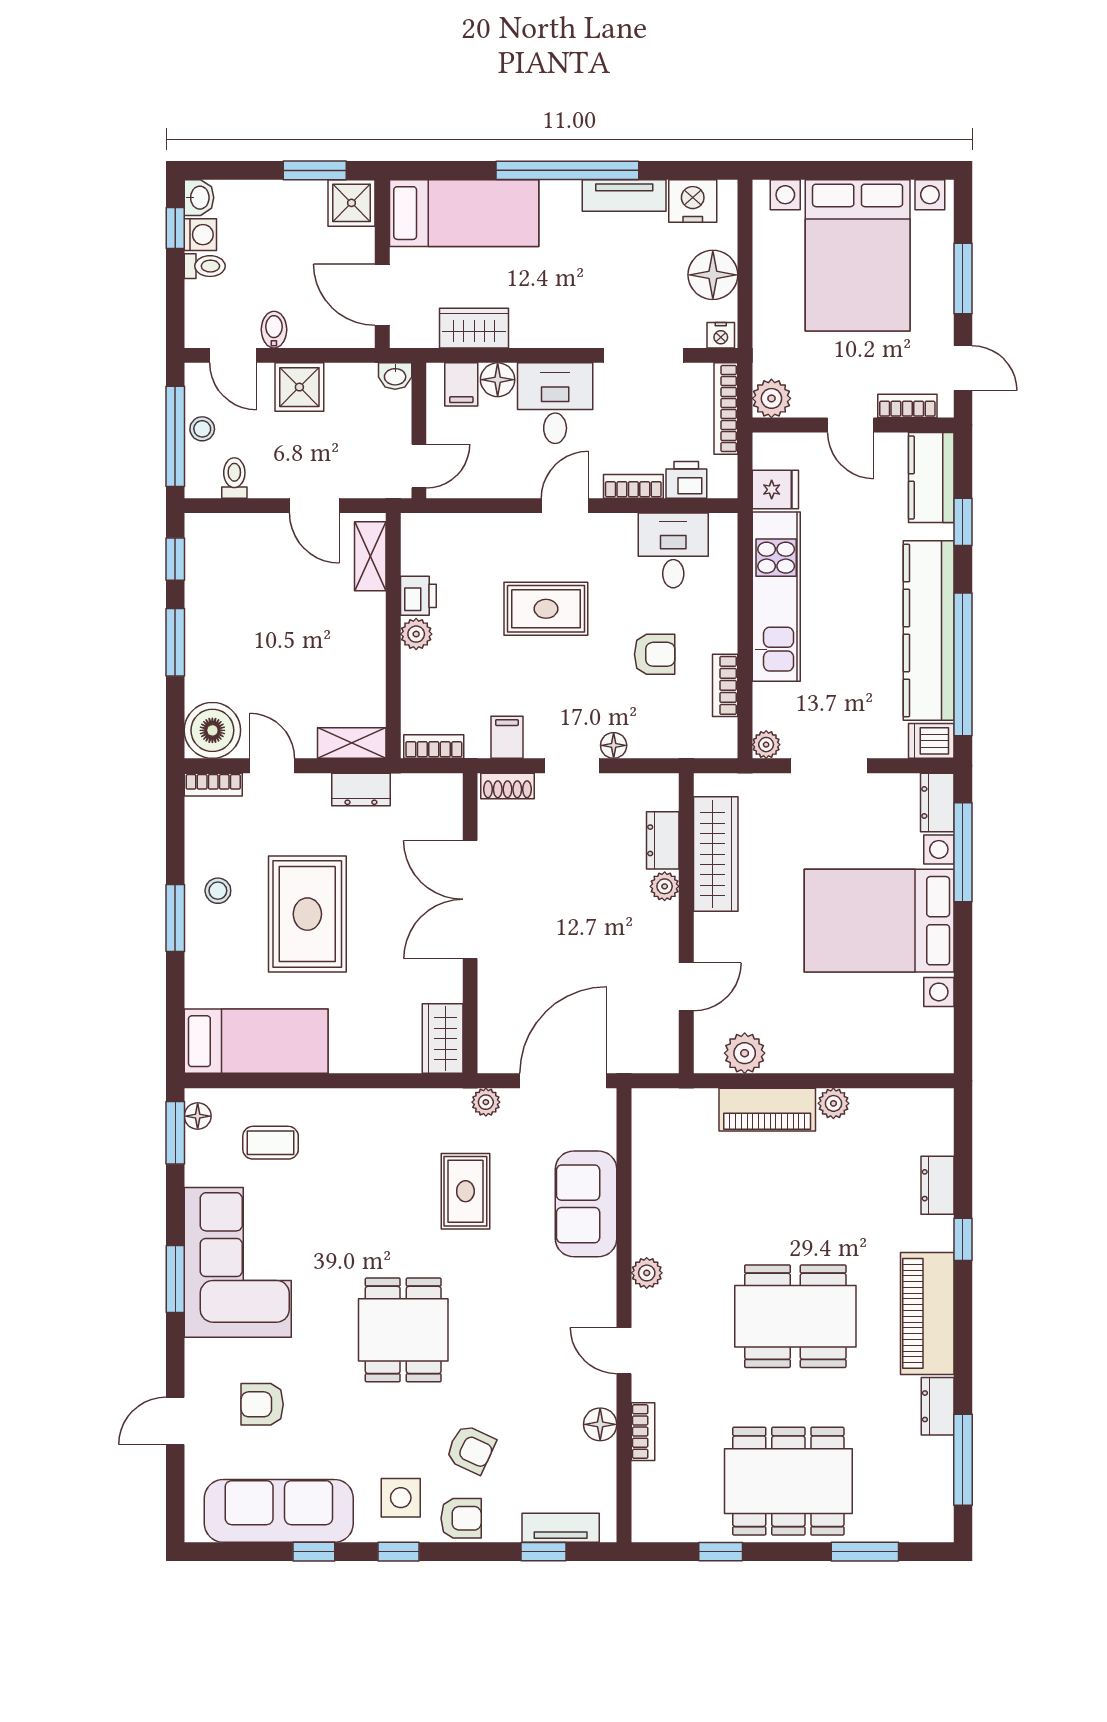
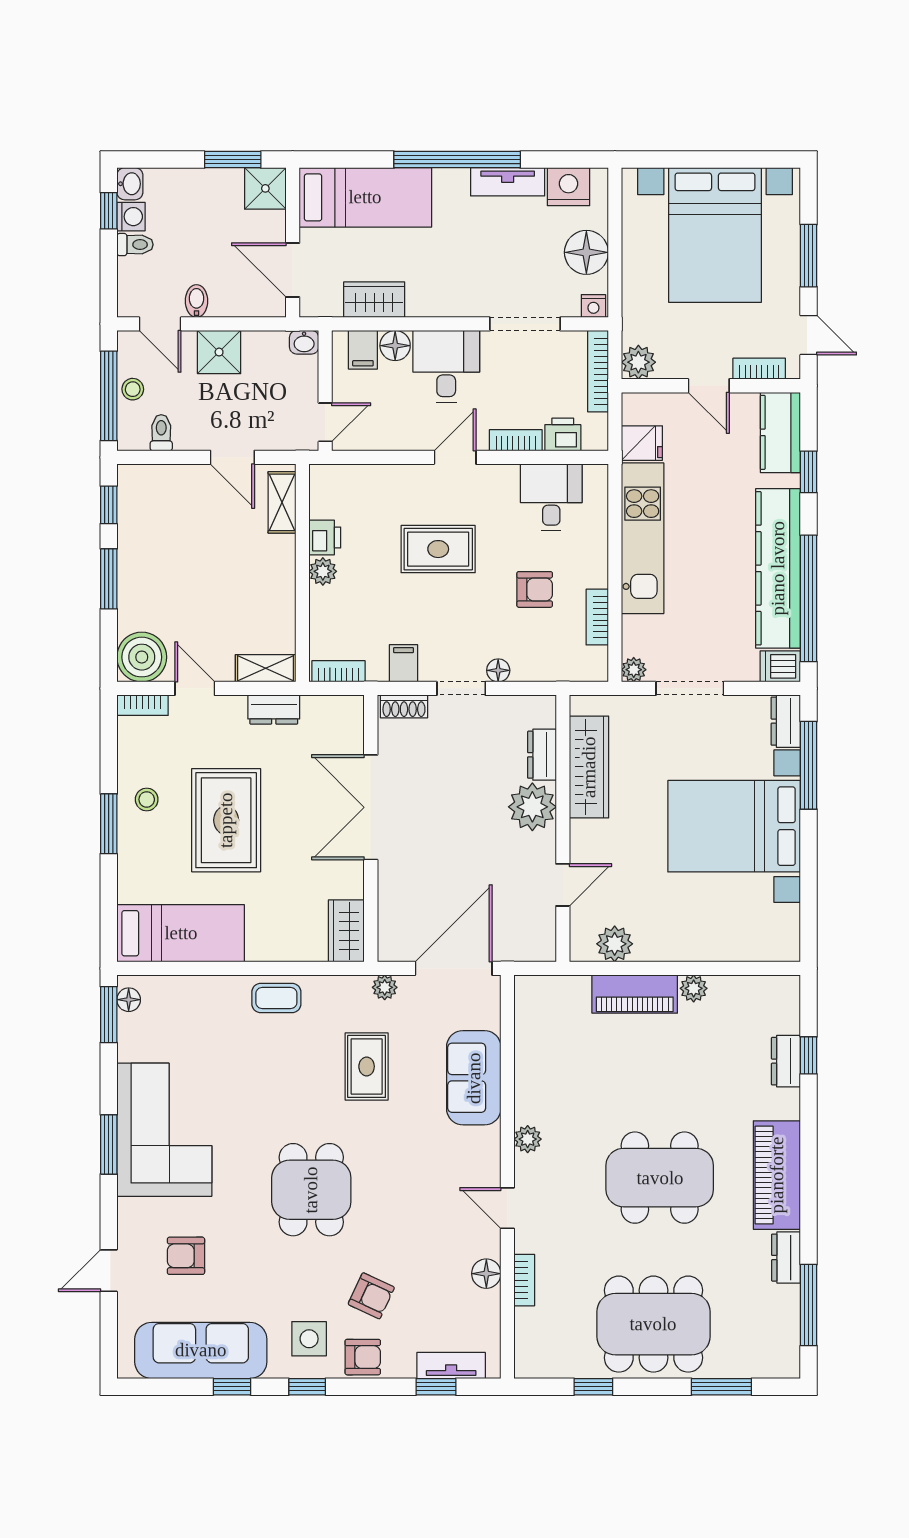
plant: (665, 886) -> (532, 807), width x1.87, depth x1.87
coffee table: (271, 1143) -> (276, 998), moved
window: (963, 1239) -> (809, 1055), moved

